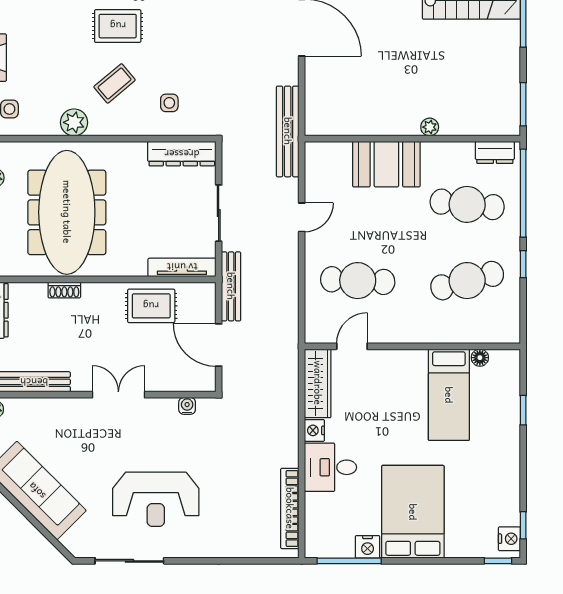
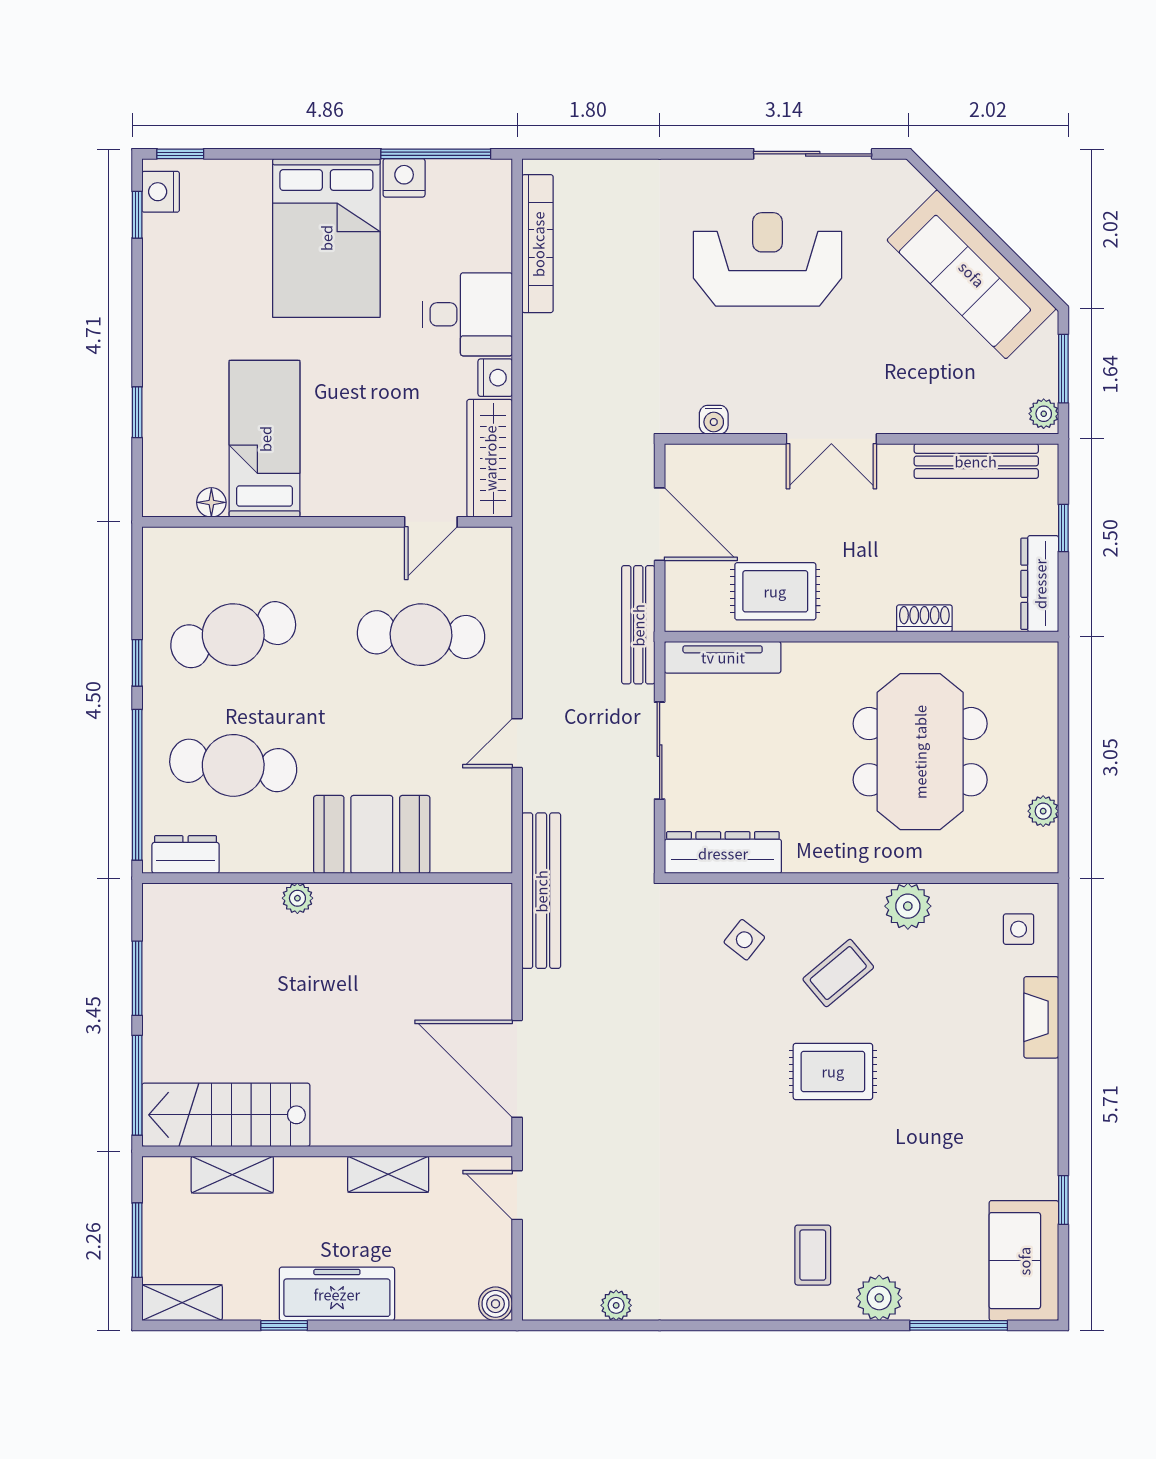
side table: (169, 103) -> (744, 940), turned 38
window: (523, 104) -> (137, 978), moved
meeting table: (67, 212) -> (920, 752), width x0.73

